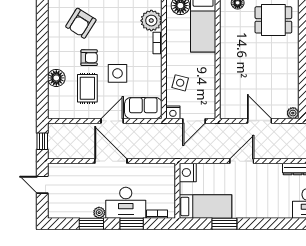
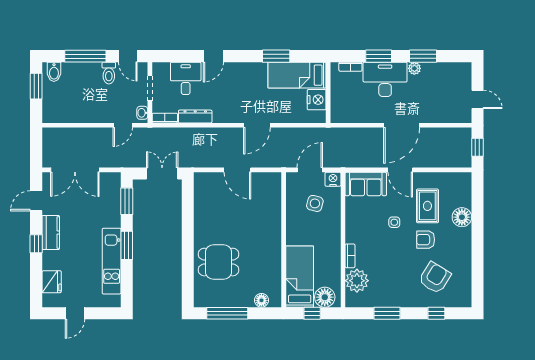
dining table: (273, 20) -> (219, 262), moved
side table: (117, 73) -> (394, 222), width x0.54, depth x0.54
side table: (180, 83) -> (315, 203), moved
plant: (293, 113) -> (201, 178), removed
door: (112, 121) -> (400, 170), hinge flipped
door: (111, 161) -> (402, 125), hinge flipped
nightstand: (188, 172) -> (317, 100), moved
door: (281, 224) -> (213, 56), added

